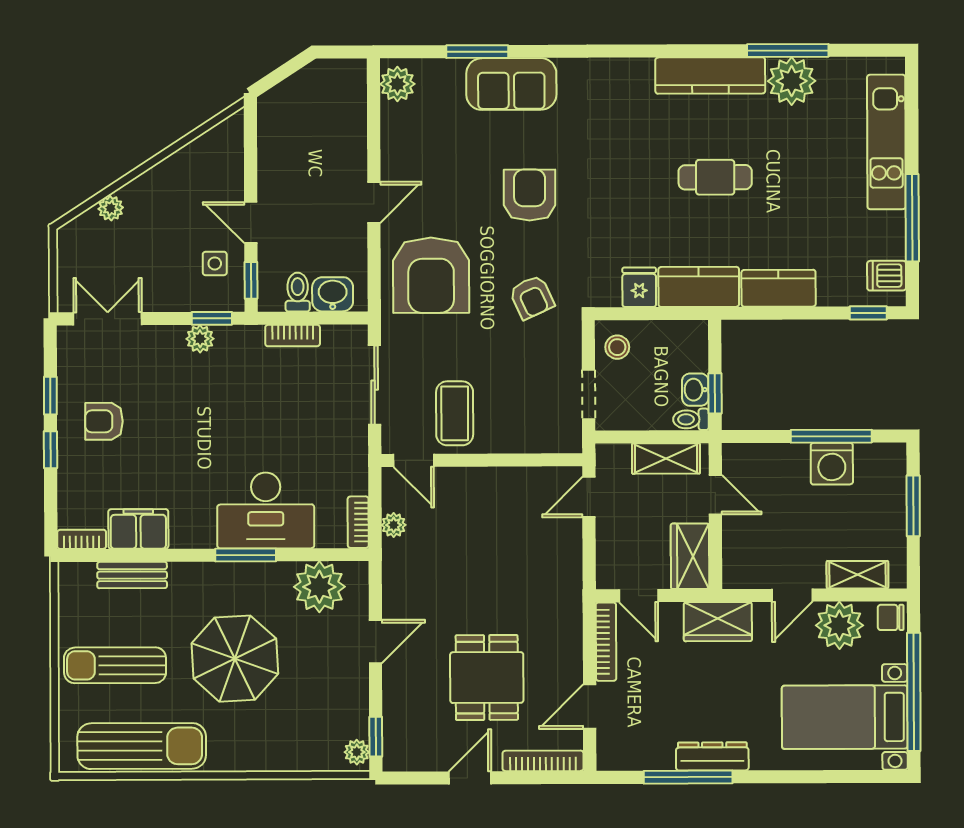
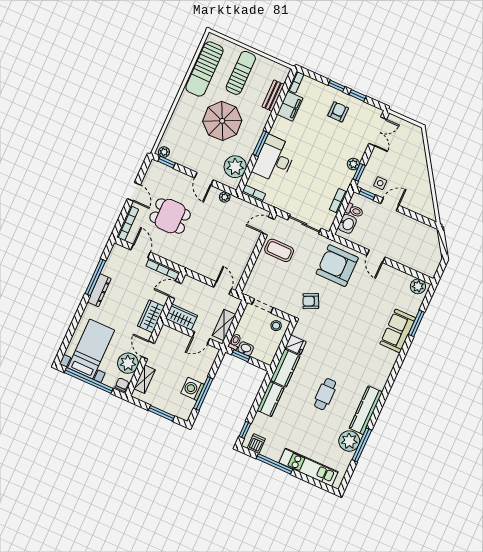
armchair: (530, 195) -> (351, 318), removed
plant: (111, 208) -> (420, 152), removed
plant: (394, 525) -> (225, 197), moved

